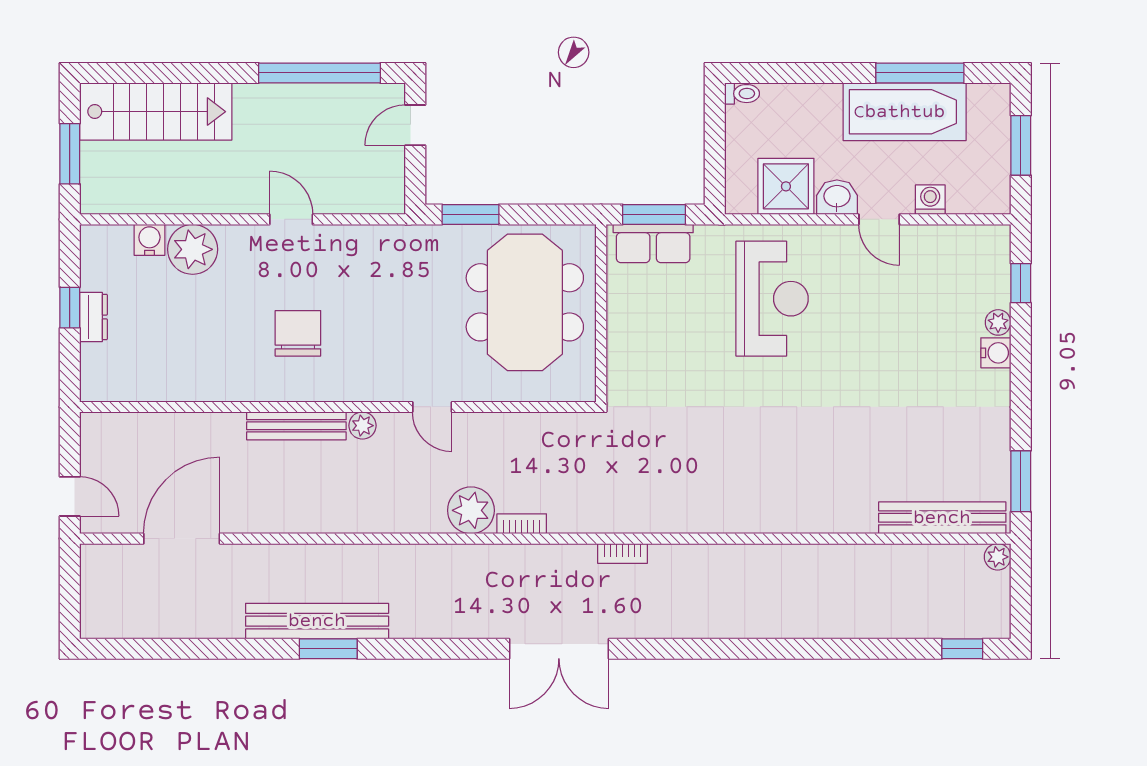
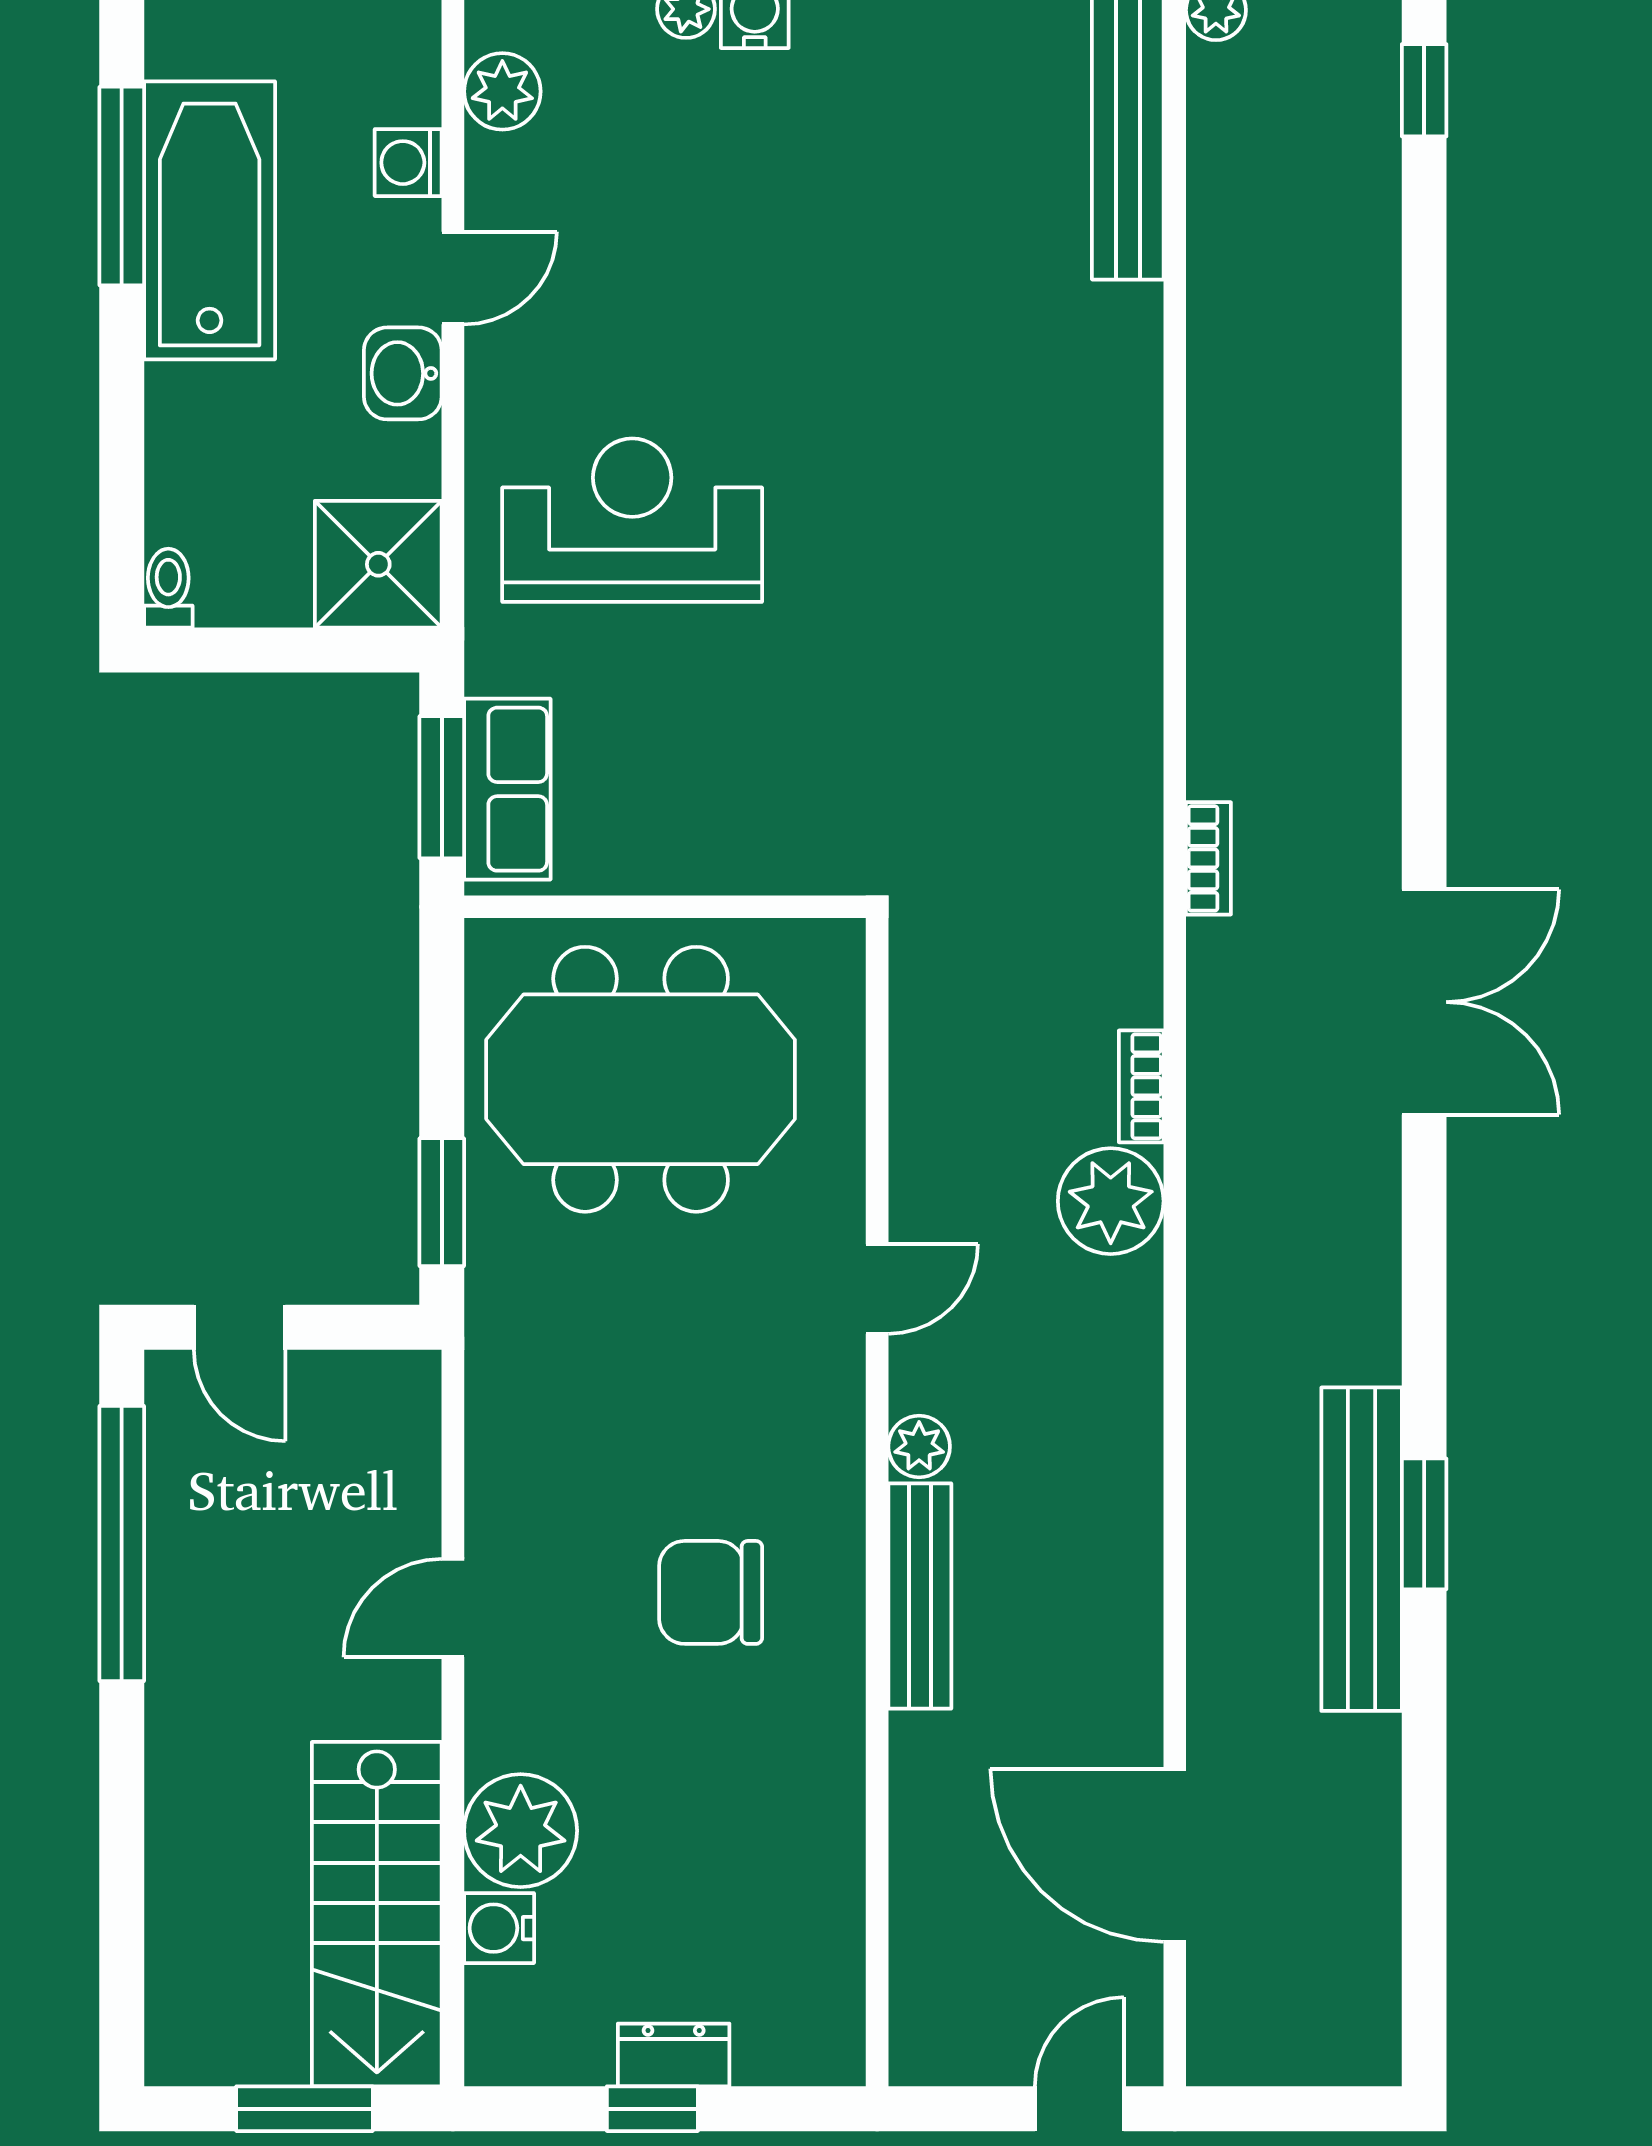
stairs: (156, 112) -> (377, 1914), moved, turned 180
shower: (786, 186) -> (378, 564), moved
plant: (962, 241) -> (502, 91), added

